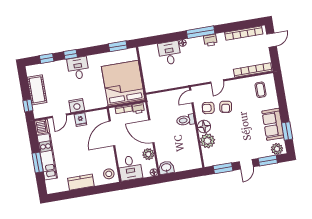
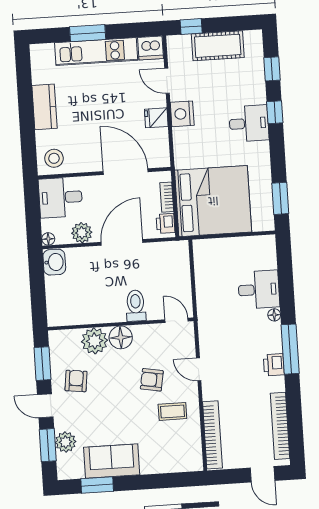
coffee table: (261, 90) -> (172, 411), moved
armchair: (208, 108) -> (76, 381), moved
plant: (277, 149) -> (66, 442), moved

